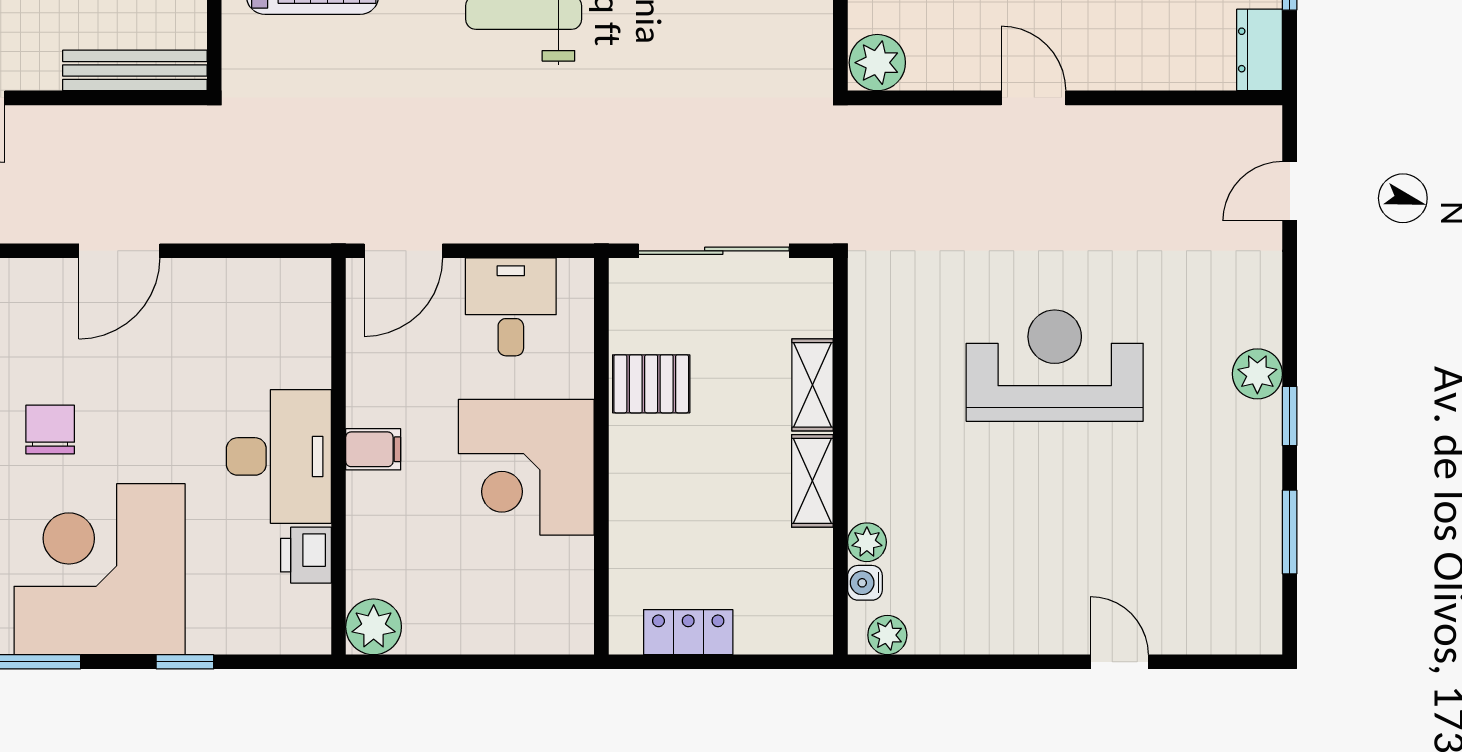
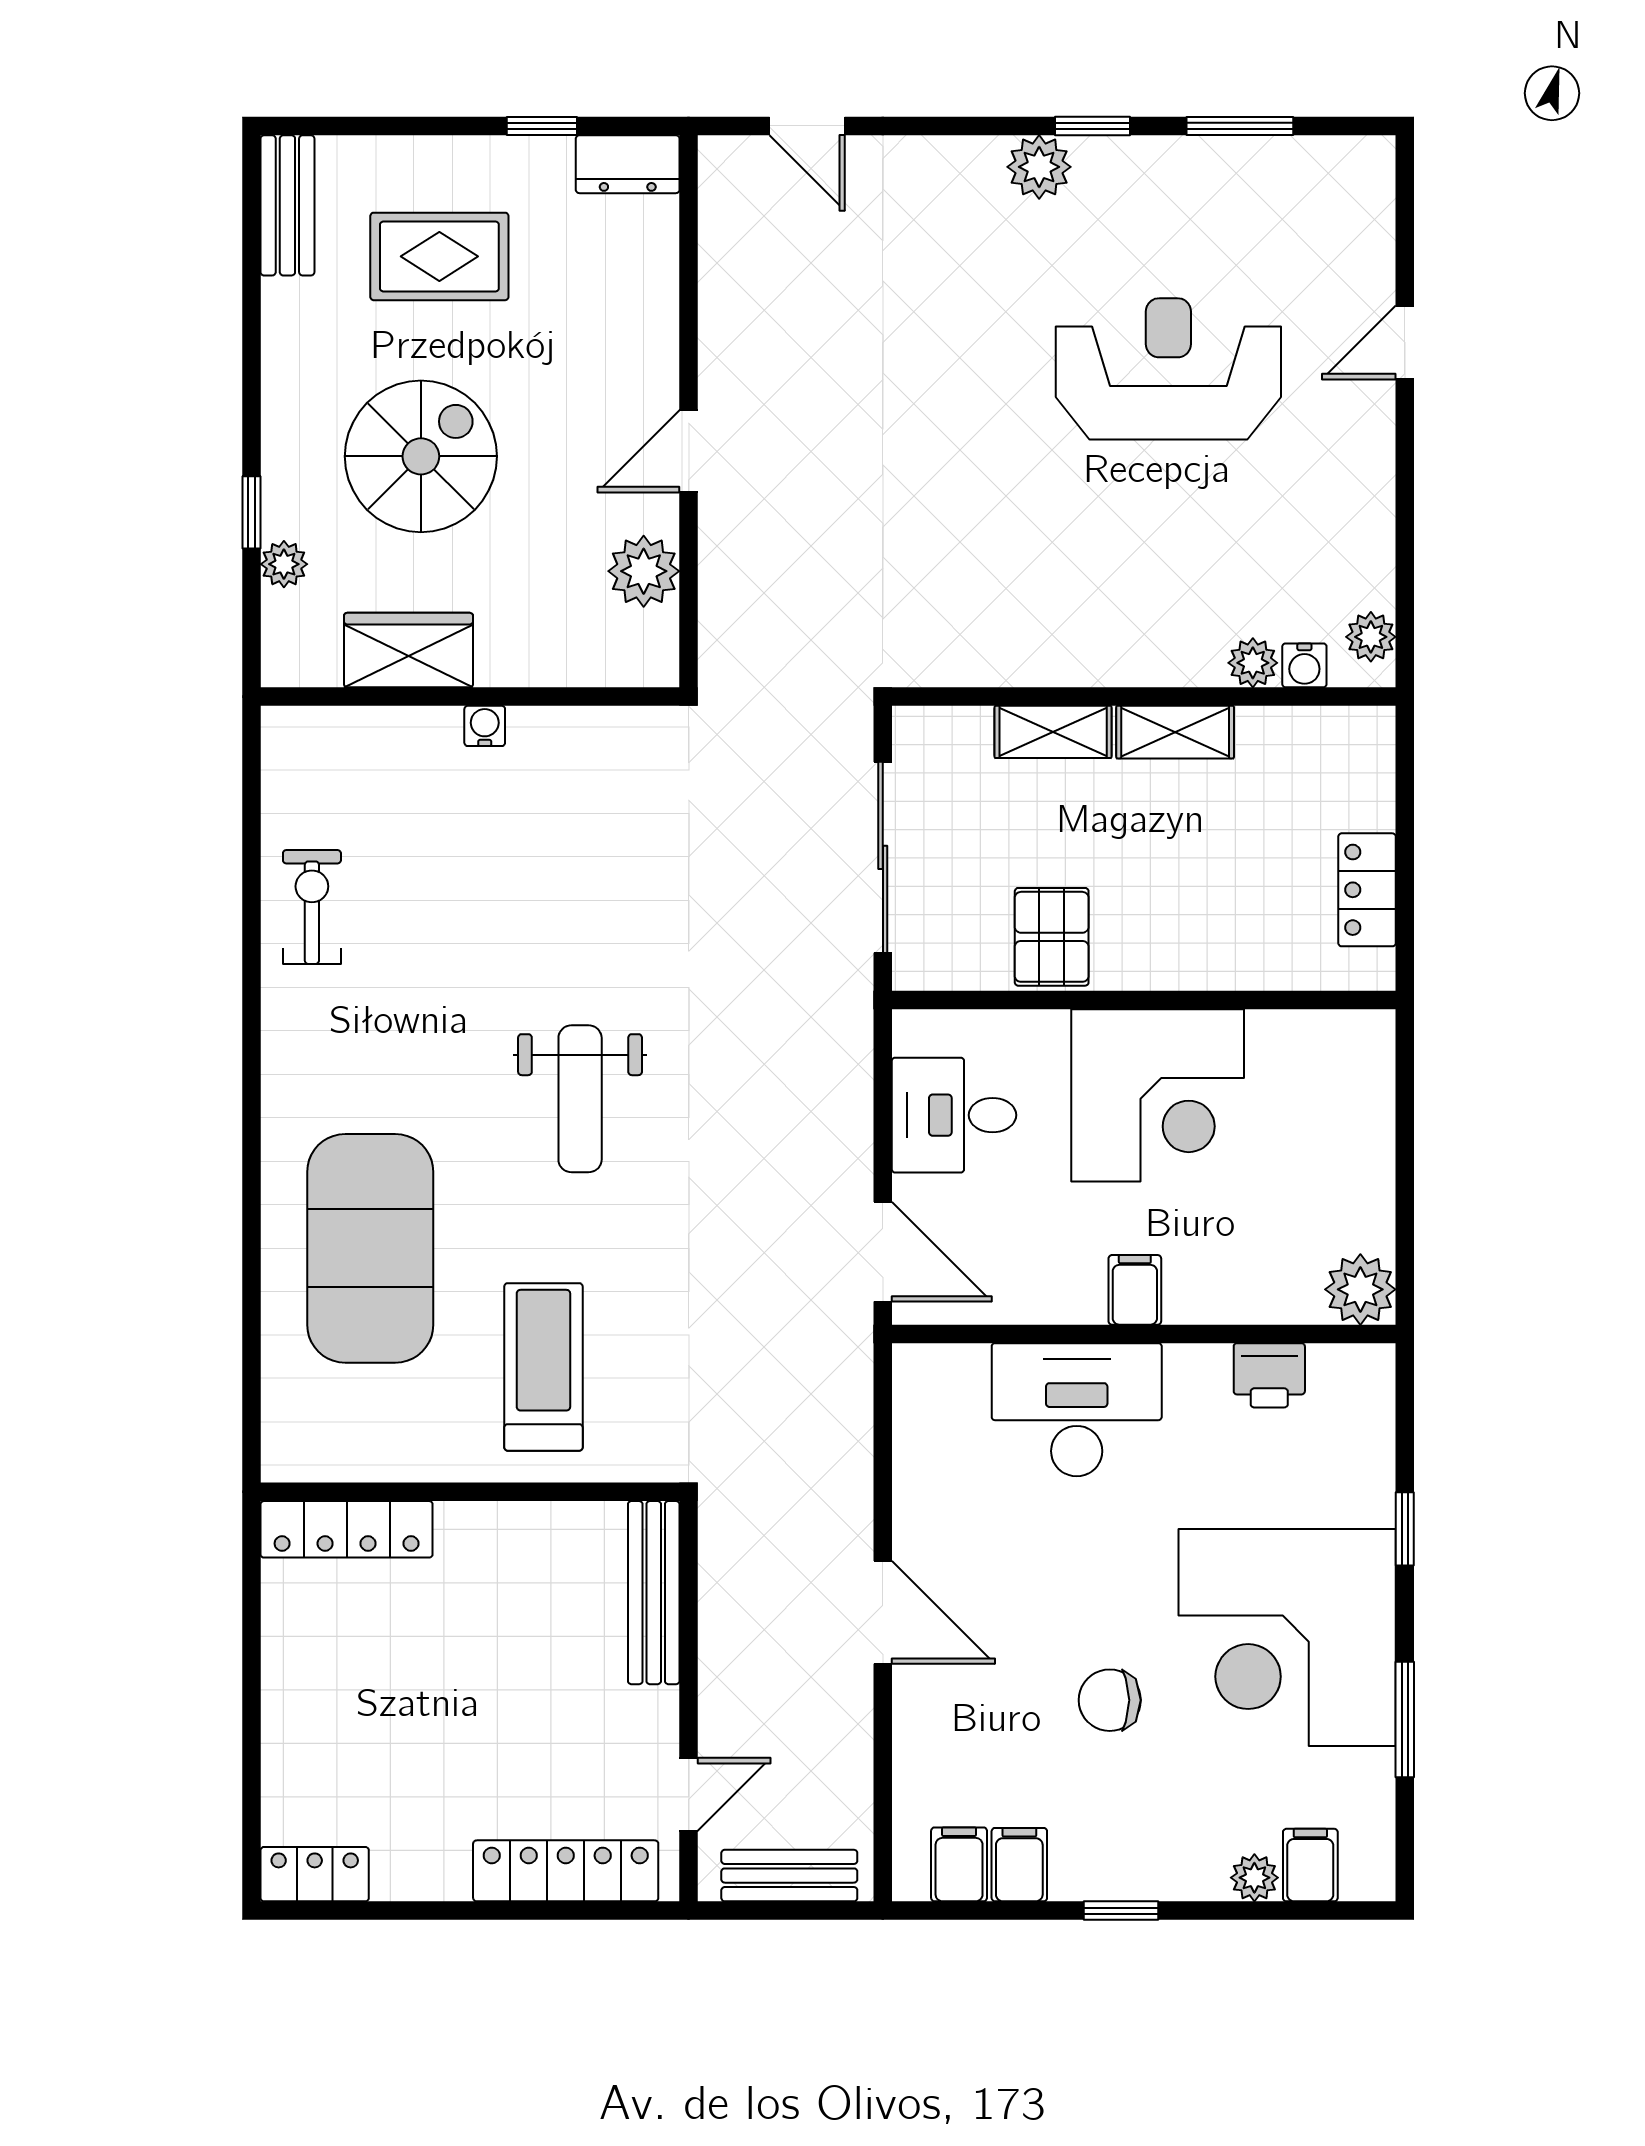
plant: (877, 63) -> (644, 571), moved
reception desk: (1055, 366) -> (1168, 369), moved, turned 90
desk: (279, 456) -> (1077, 1410), moved

